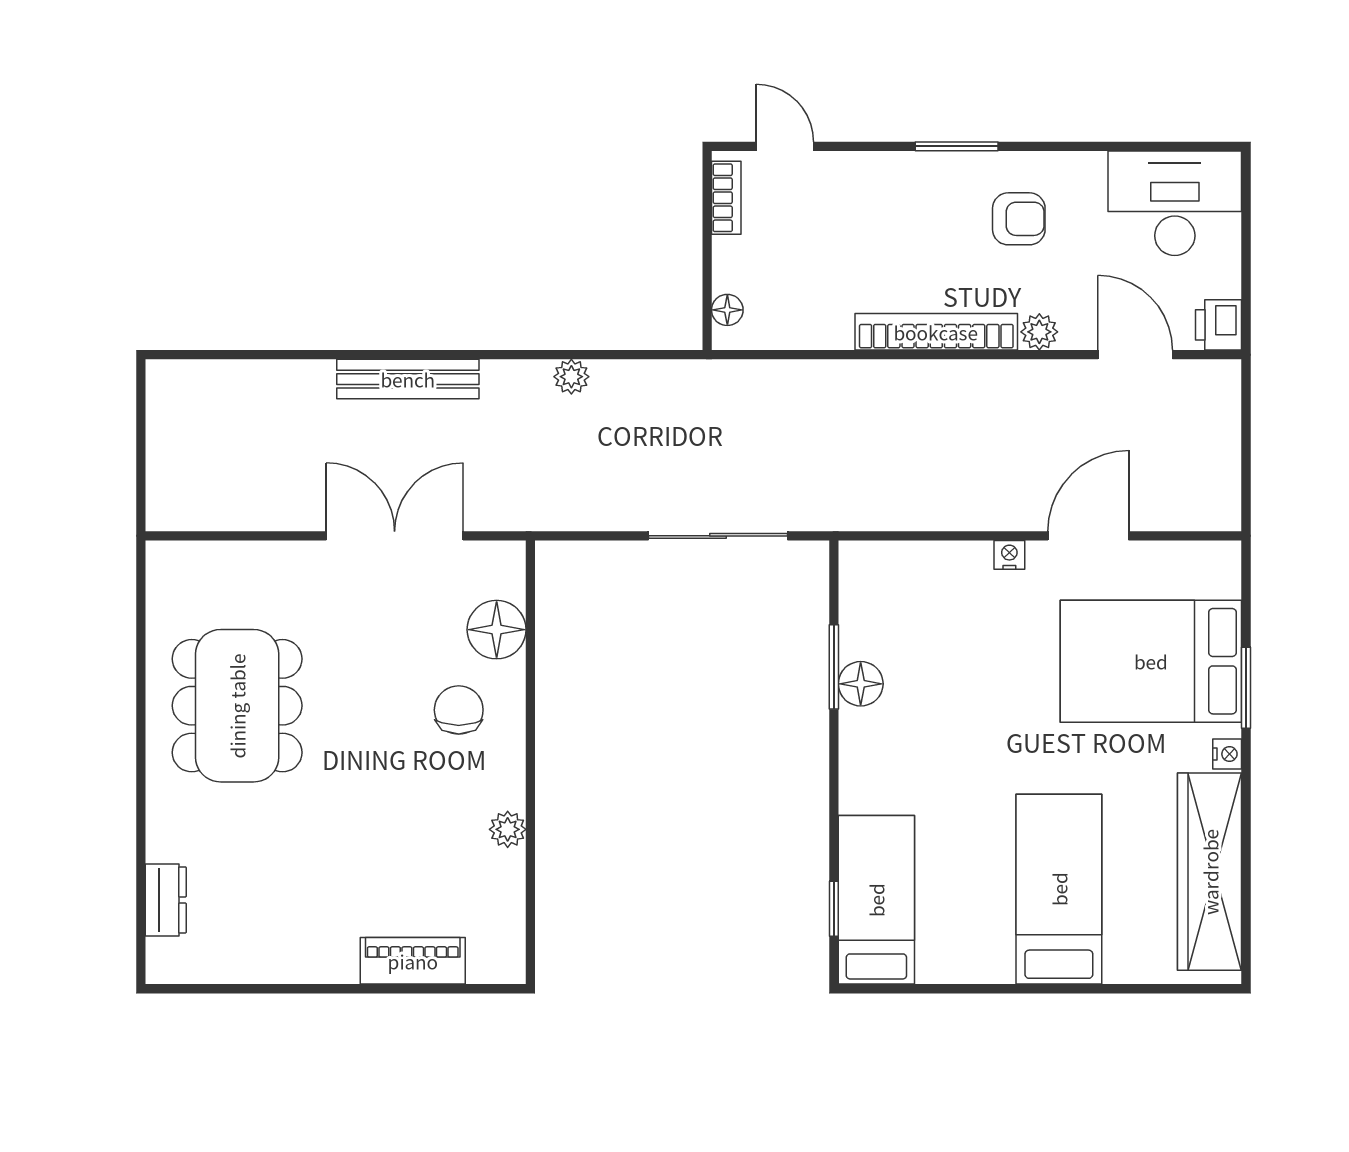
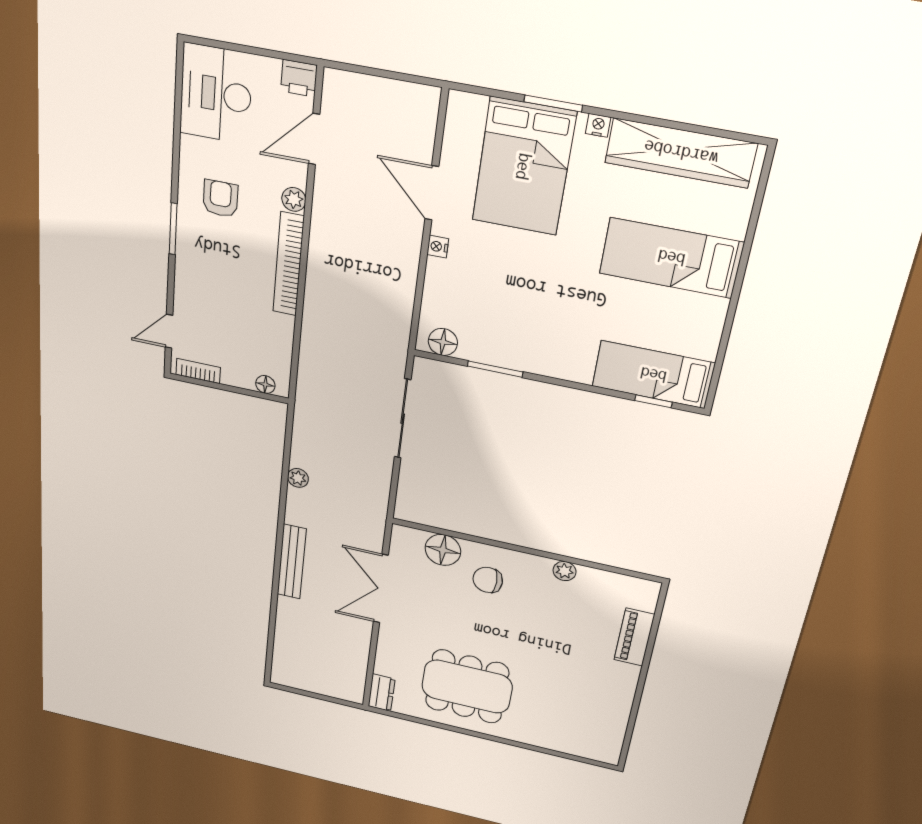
floor lamp: (861, 684) -> (443, 342), moved
dresser: (166, 900) -> (381, 693), moved, turned 90

